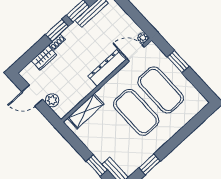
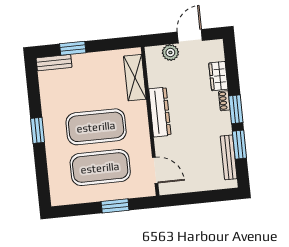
plant: (143, 38) -> (165, 189), removed
door: (136, 53) -> (155, 170), hinge flipped
dresser: (107, 68) -> (160, 112), moved
window: (150, 164) -> (38, 130), moved

